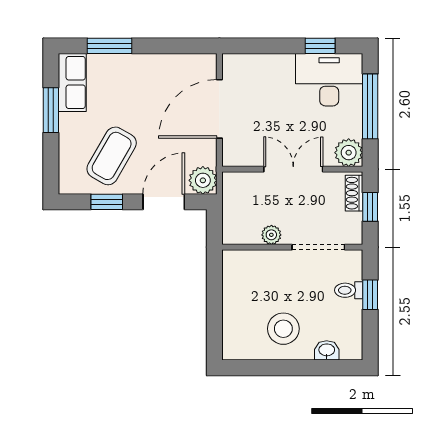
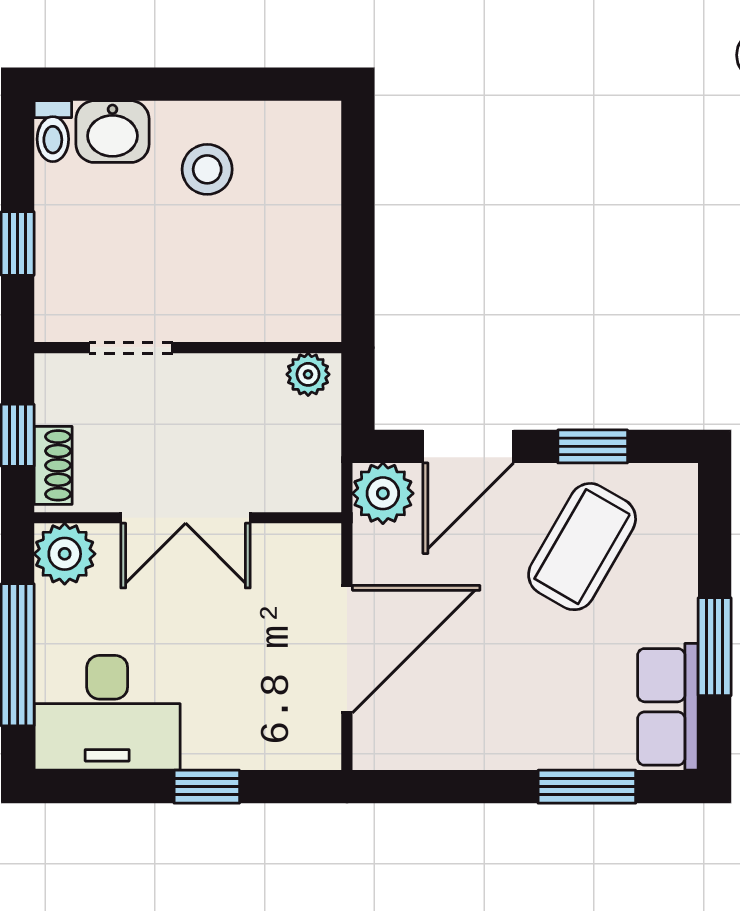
window: (320, 46) -> (207, 787), moved
plant: (271, 235) -> (308, 374), moved
doorway: (318, 247) -> (131, 348), width x0.73
toilet: (349, 290) -> (53, 131), moved, turned 90
stool: (283, 329) -> (207, 169), width x0.73, depth x0.73
washbasin: (327, 350) -> (112, 132), width x1.38, depth x1.45

